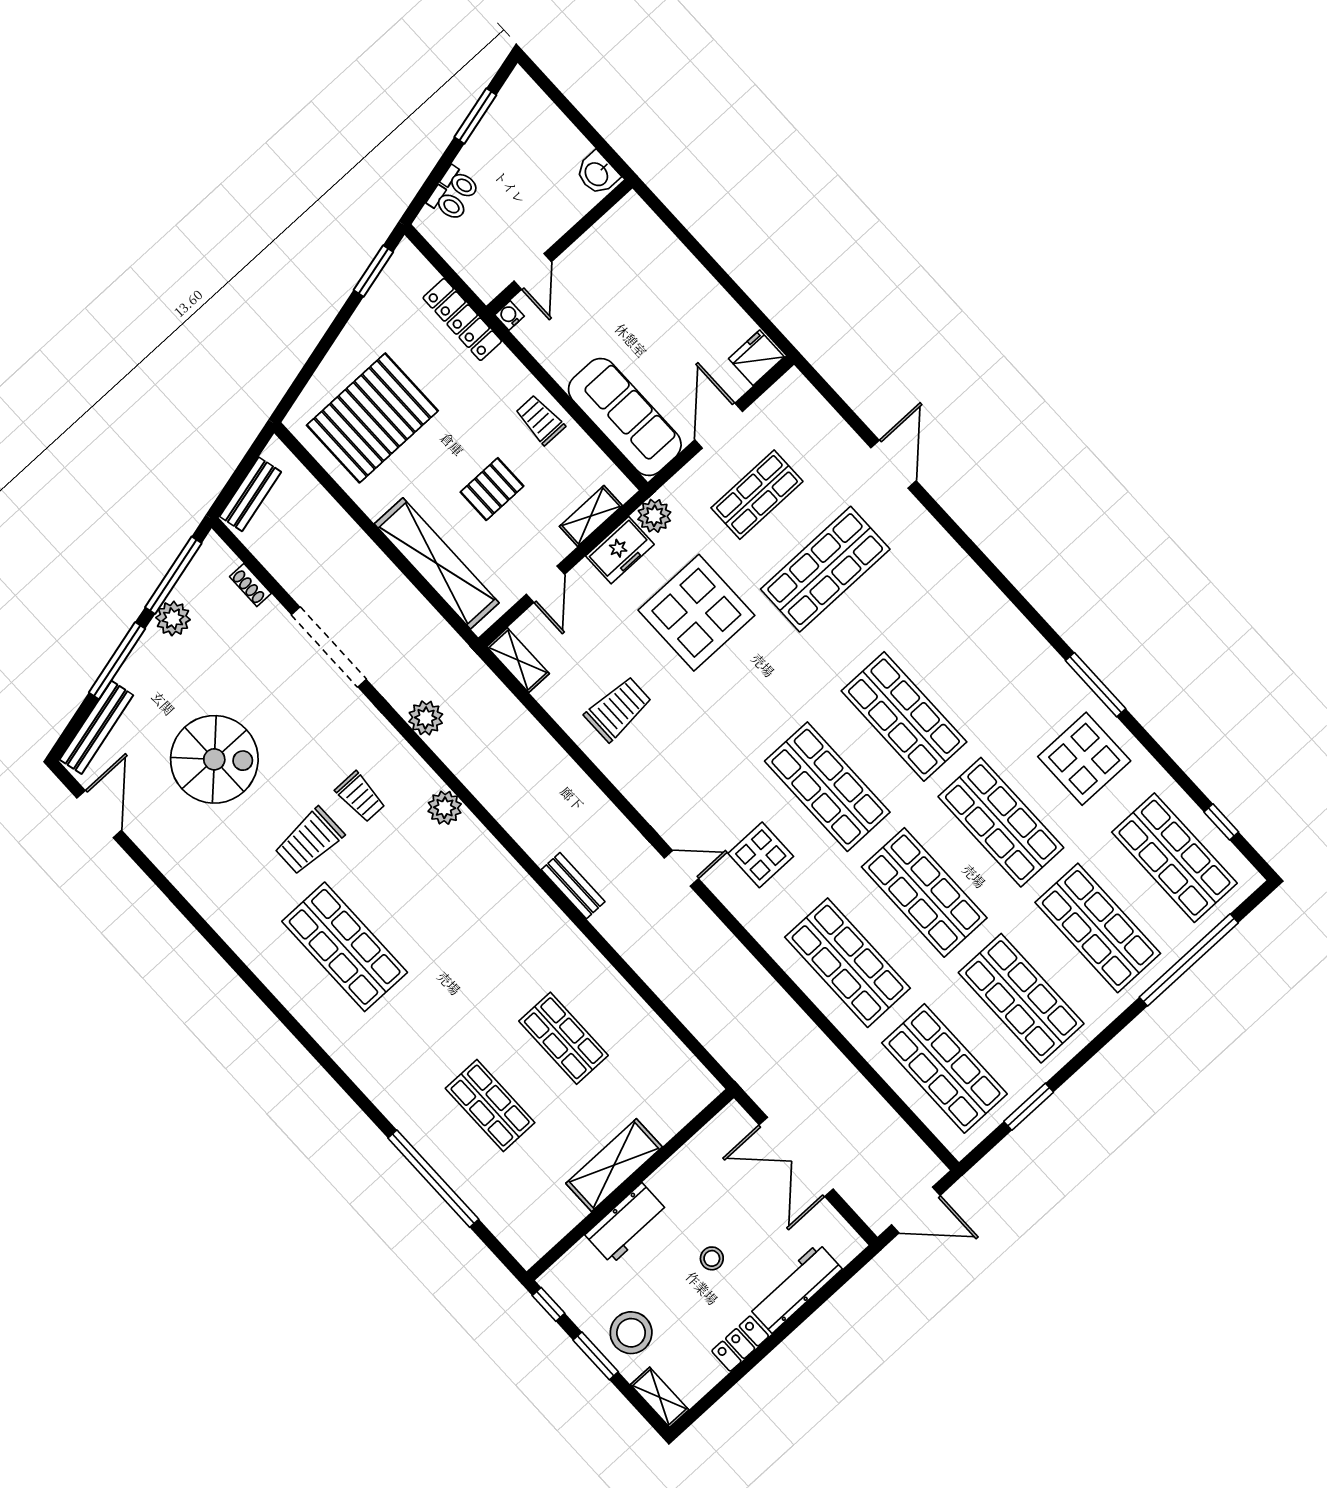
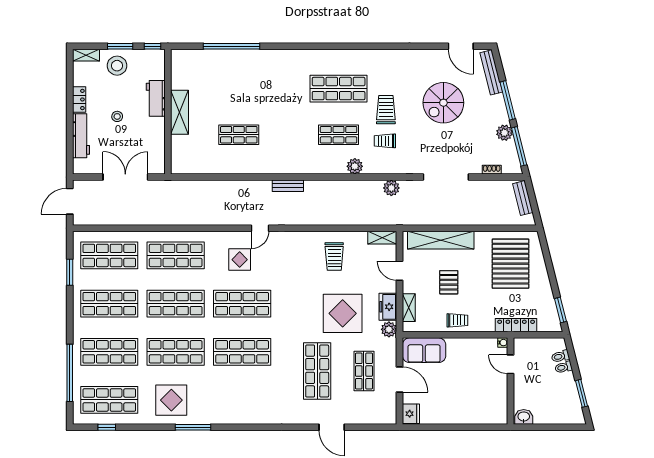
sofa: (625, 417) -> (424, 350), width x0.73
shop shelf: (490, 1106) -> (339, 135), moved

